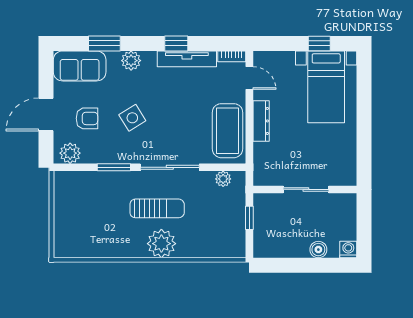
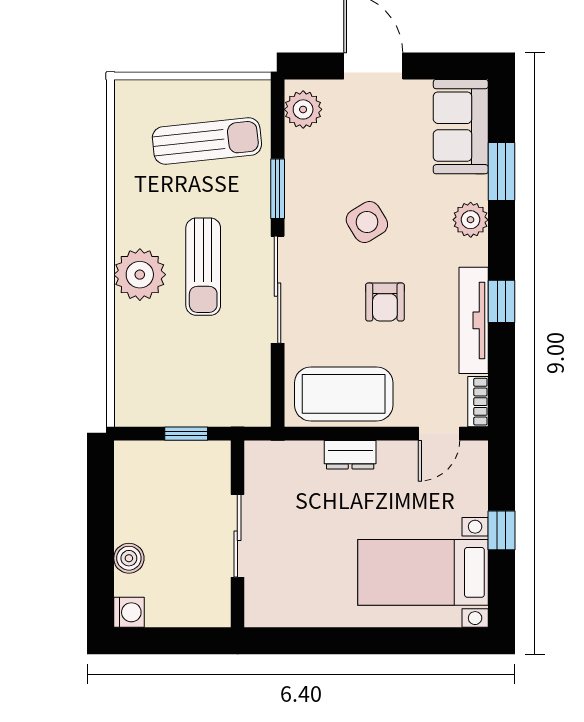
window: (319, 43) -> (501, 530), moved
armchair: (87, 118) -> (385, 302), moved
dresser: (261, 121) -> (350, 455), width x0.70
plant: (223, 179) -> (257, 386), removed
sun lounger: (88, 206) -> (207, 141), added

